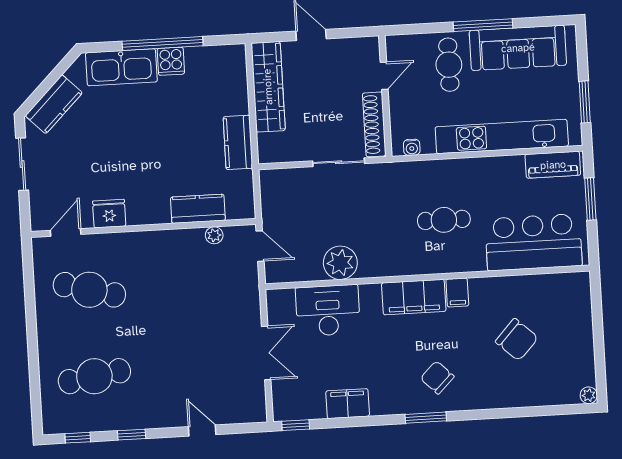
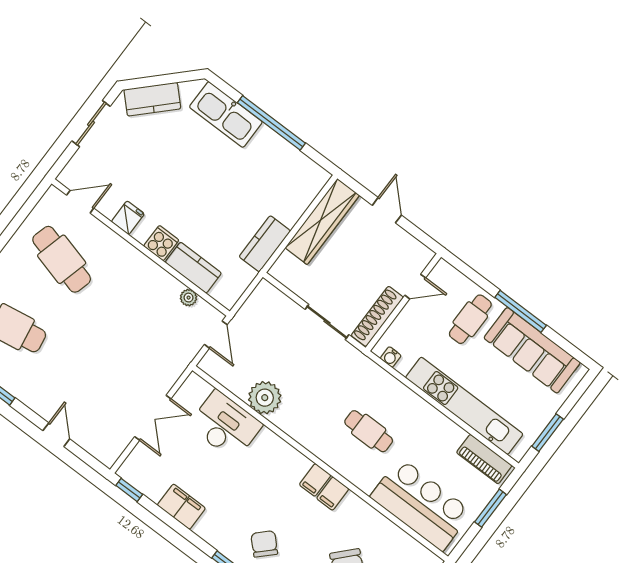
cooker: (171, 61) -> (161, 243), moved, turned 180
fridge: (109, 214) -> (128, 218), width x0.72
filing cabinet: (414, 297) -> (315, 480), width x0.33, depth x0.86

